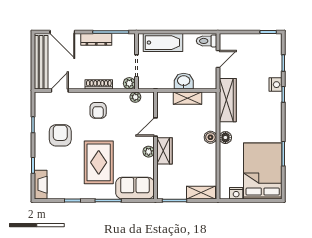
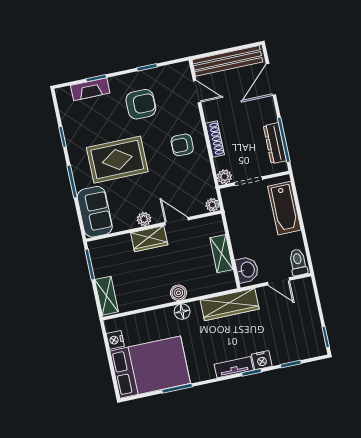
dresser: (96, 39) -> (275, 143), moved
washbasin: (184, 81) -> (247, 270), moved
plant: (135, 97) -> (212, 205), moved
tv unit: (276, 107) -> (234, 367), added
fireplace: (41, 185) -> (90, 89), moved

